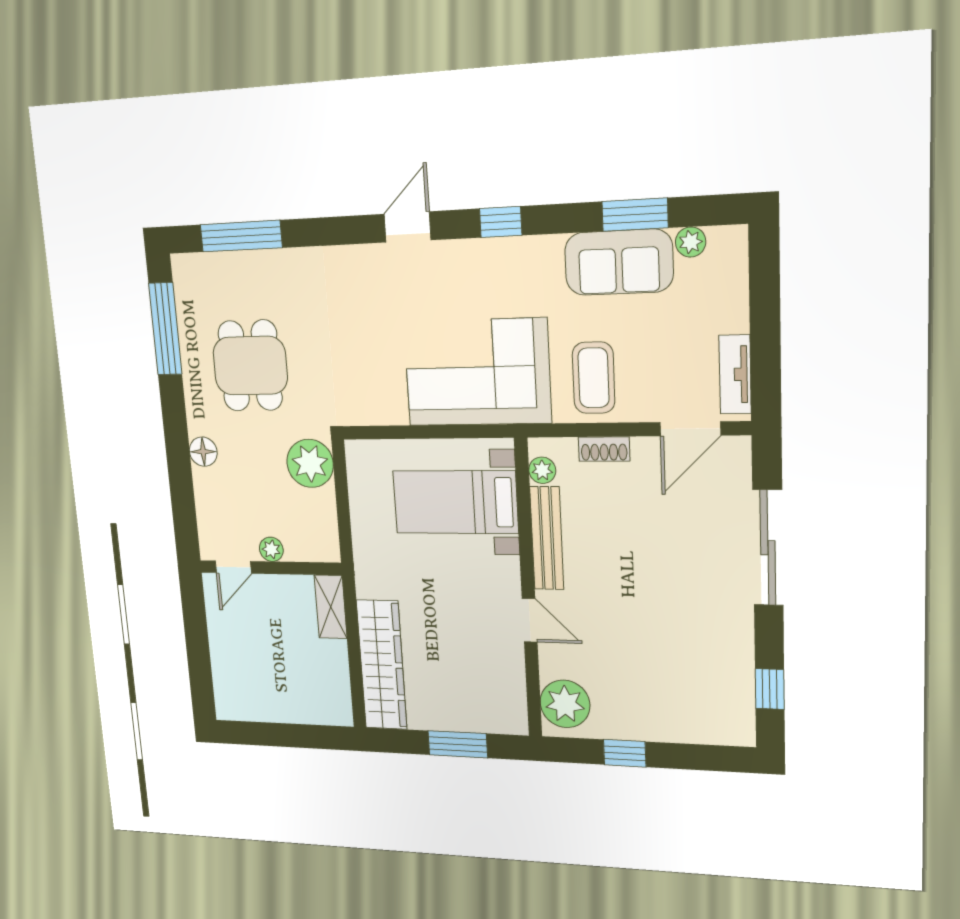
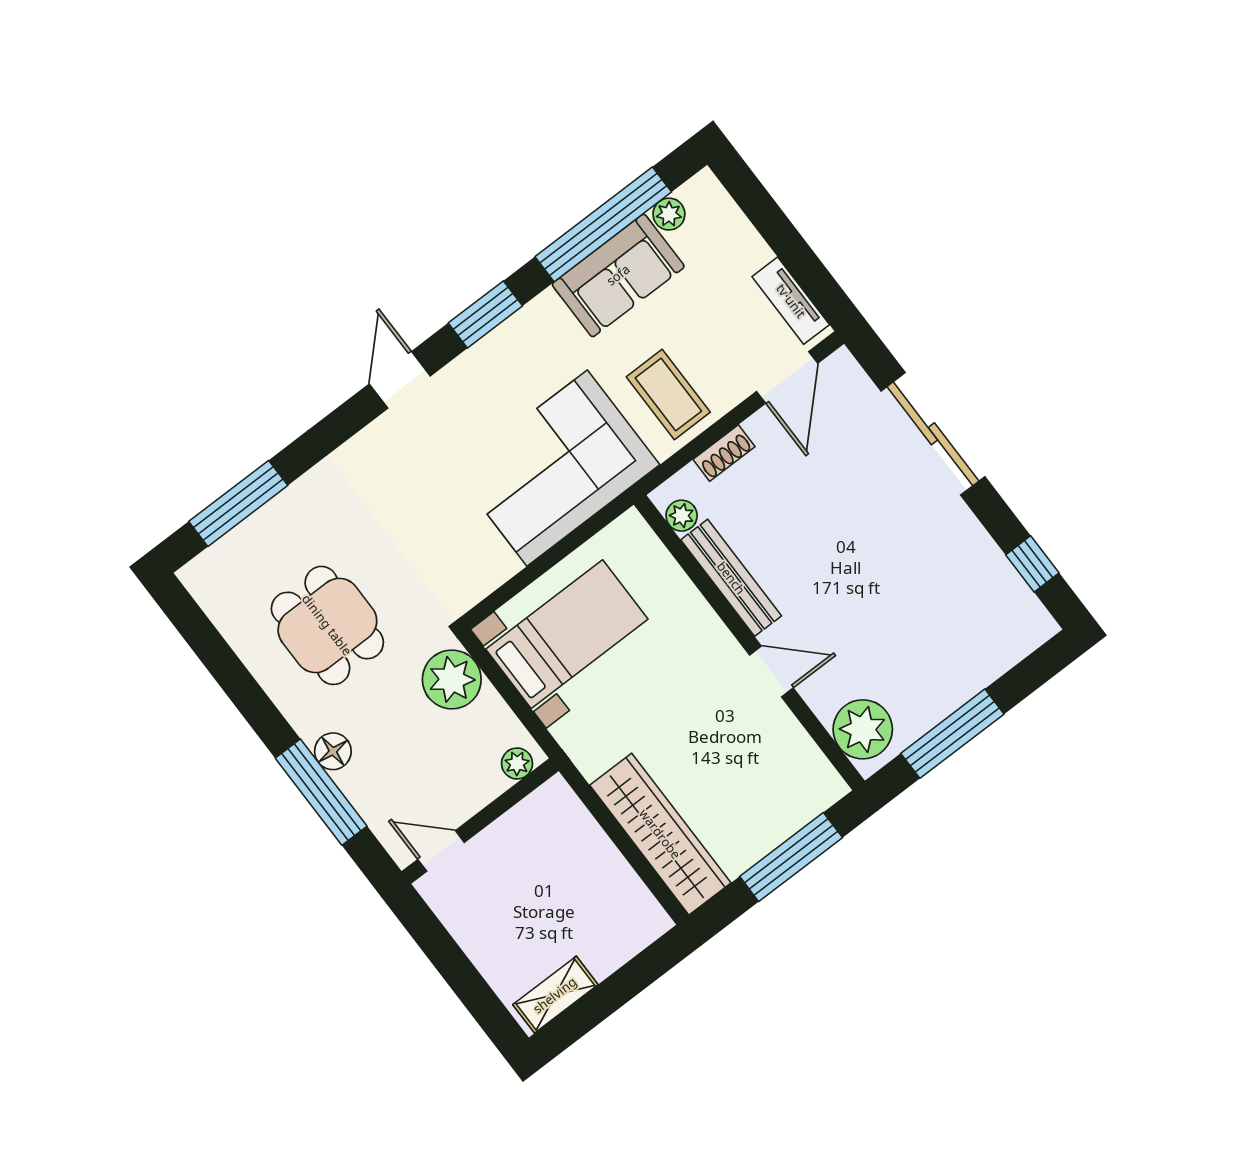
window: (635, 215) -> (603, 224), width x2.11
window: (501, 222) -> (485, 314), width x1.50
window: (165, 329) -> (321, 792), moved
bed with nightstands: (455, 502) -> (567, 634), moved, turned 180
plant: (271, 549) -> (517, 763), moved
door: (233, 567) -> (441, 851), swing flipped
shelving: (331, 607) -> (555, 995), moved, turned 90
window: (458, 744) -> (791, 857), width x1.44
window: (625, 753) -> (952, 734), width x2.17

